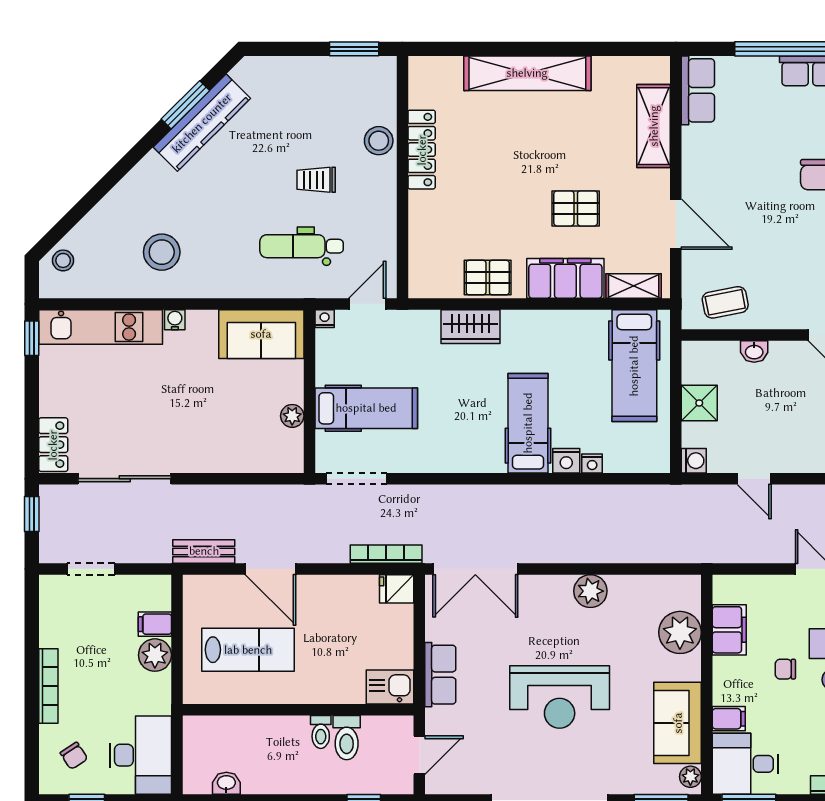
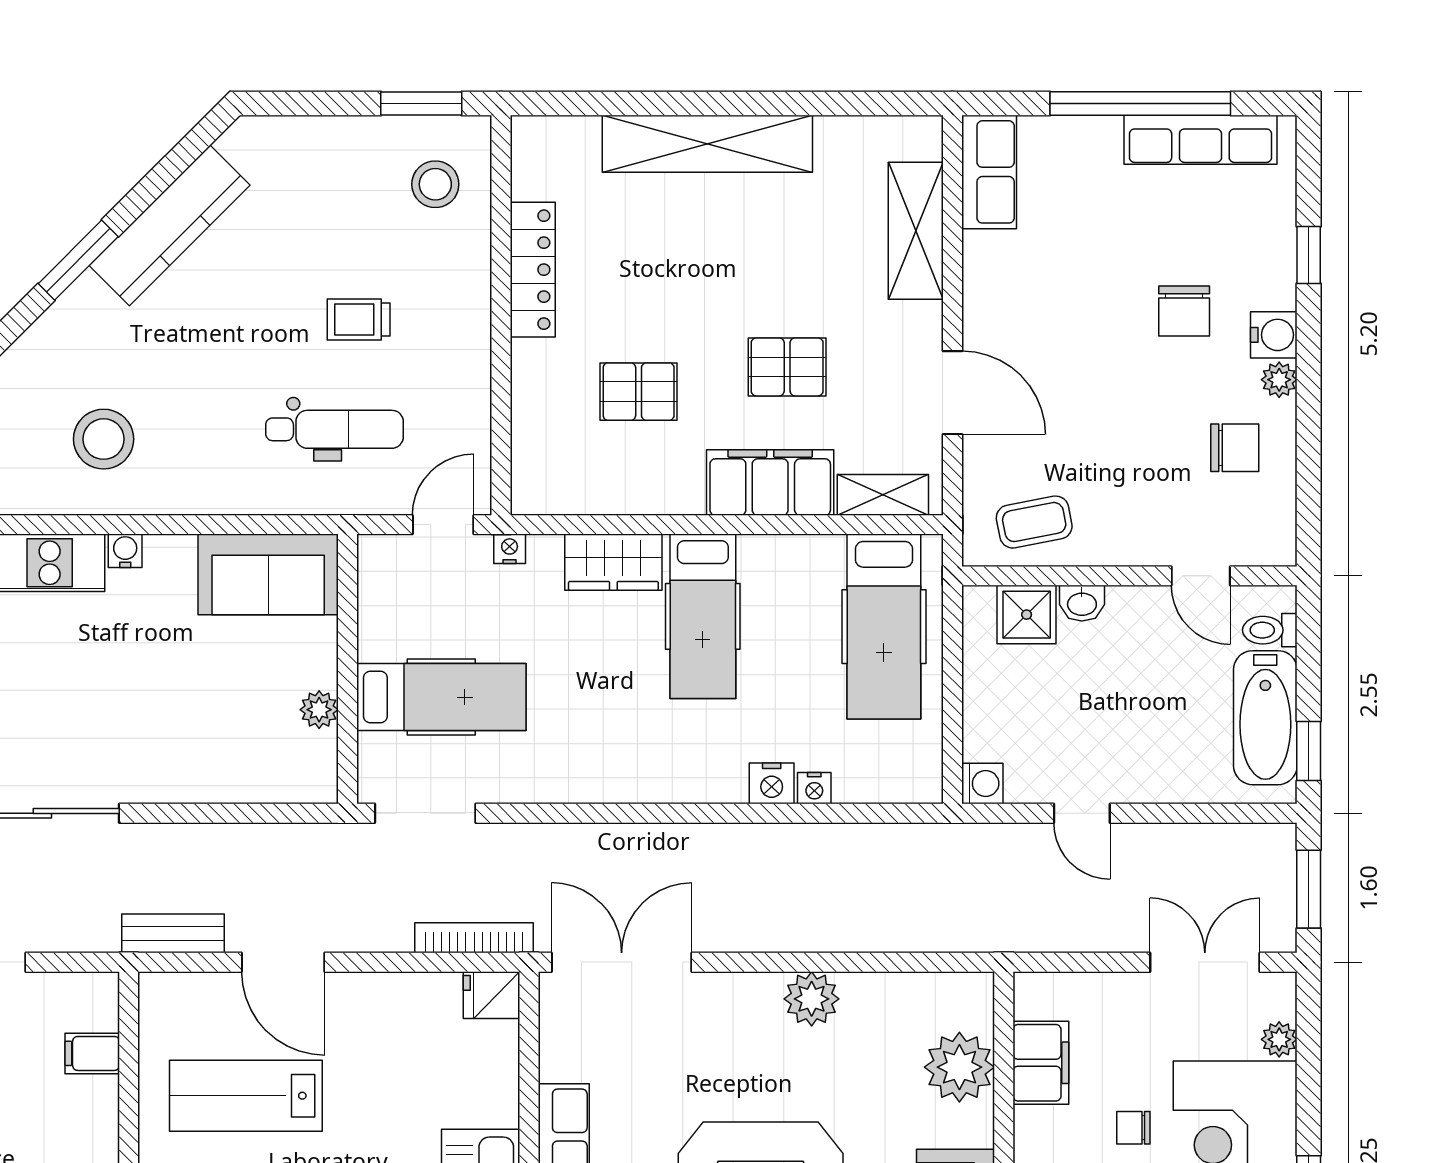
window: (185, 105) -> (78, 260), moved
stool: (379, 141) -> (435, 184), moved
dental chair: (302, 246) -> (334, 429), turned 180
pallet: (488, 278) -> (639, 392), moved
nightstand: (325, 319) -> (510, 549), moved
shower: (699, 403) -> (1027, 615), moved
hospital bed: (528, 423) -> (703, 616), moved, turned 180
double door: (475, 569) -> (622, 962), swing flipped
lab bench: (248, 650) -> (246, 1096), turned 180
plant: (155, 655) -> (92, 1105), removed

